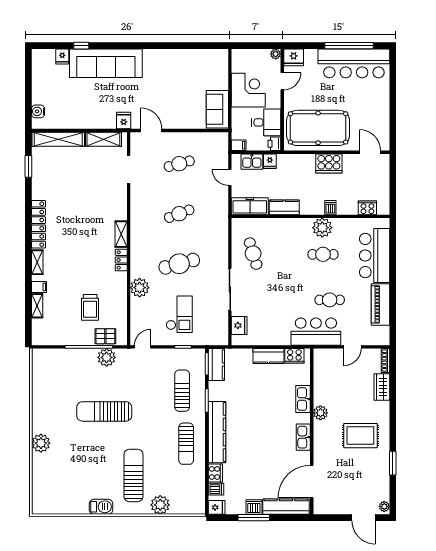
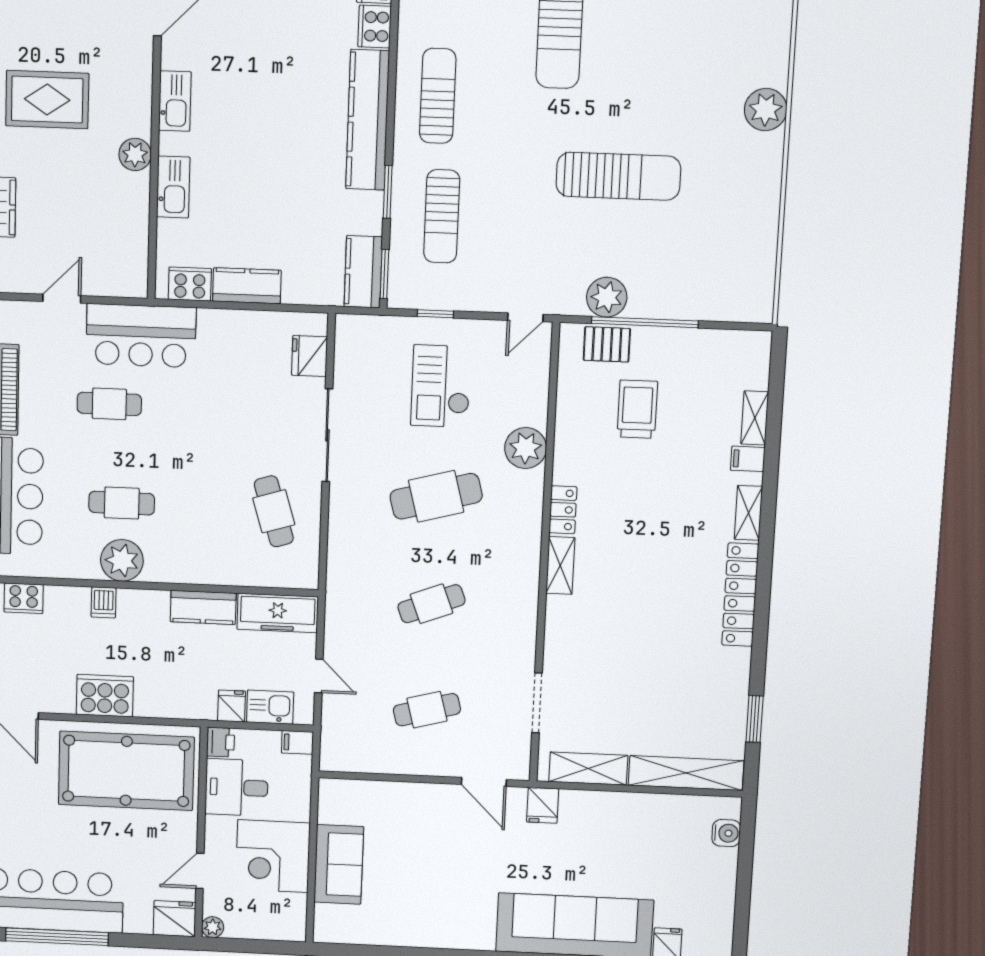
sofa: (217, 109) -> (339, 864), moved

